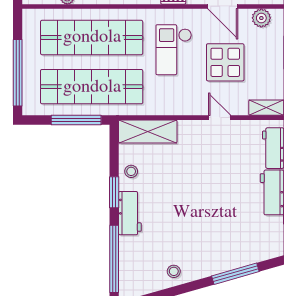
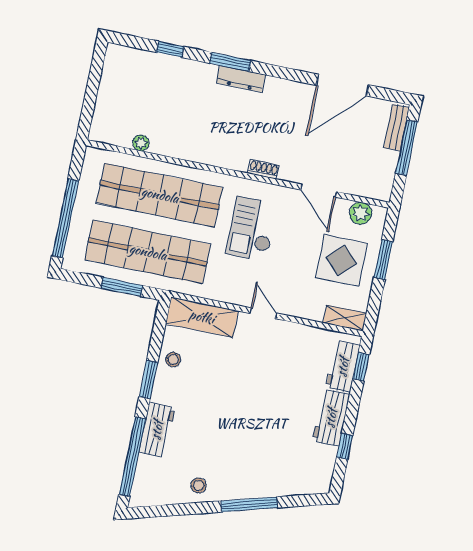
display table: (225, 62) -> (341, 260), moved
door: (220, 118) -> (263, 313), moved
window: (76, 120) -> (122, 287), width x0.69
workbench: (130, 213) -> (157, 430), moved
window: (235, 274) -> (249, 504), moved

